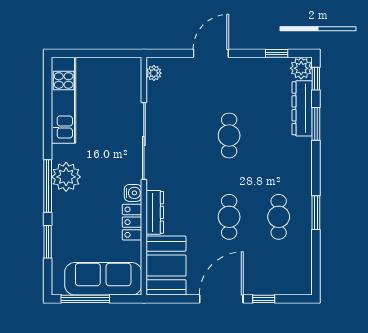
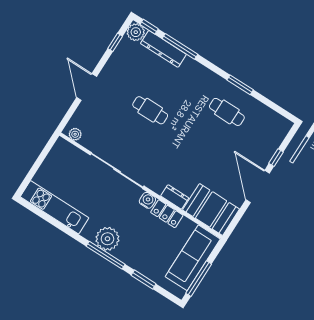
window: (316, 124) -> (180, 46), width x1.44
dresser: (155, 212) -> (175, 197), width x0.70
cafe table: (229, 217) -> (205, 146), removed

